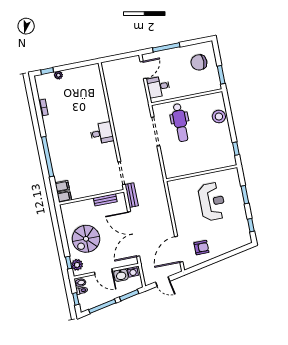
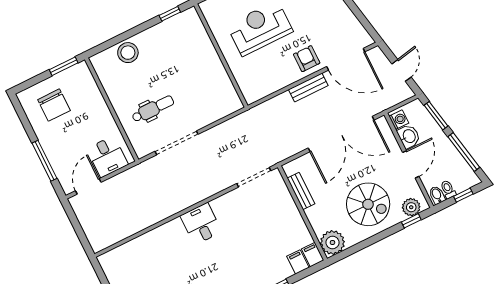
door: (143, 70) -> (88, 186), hinge flipped
dental chair: (180, 123) -> (153, 109), width x0.73, depth x0.72
bench: (132, 195) -> (308, 87), moved
plant: (68, 211) -> (332, 242), added
armchair: (201, 248) -> (307, 59), moved

